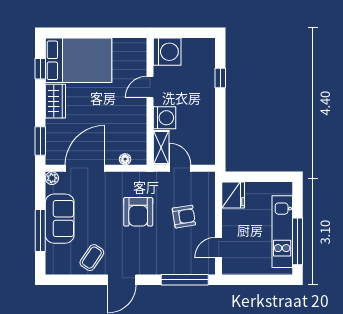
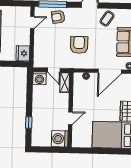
washing machine: (165, 118) -> (40, 78), moved, turned -90
armchair: (184, 217) -> (58, 17), moved

